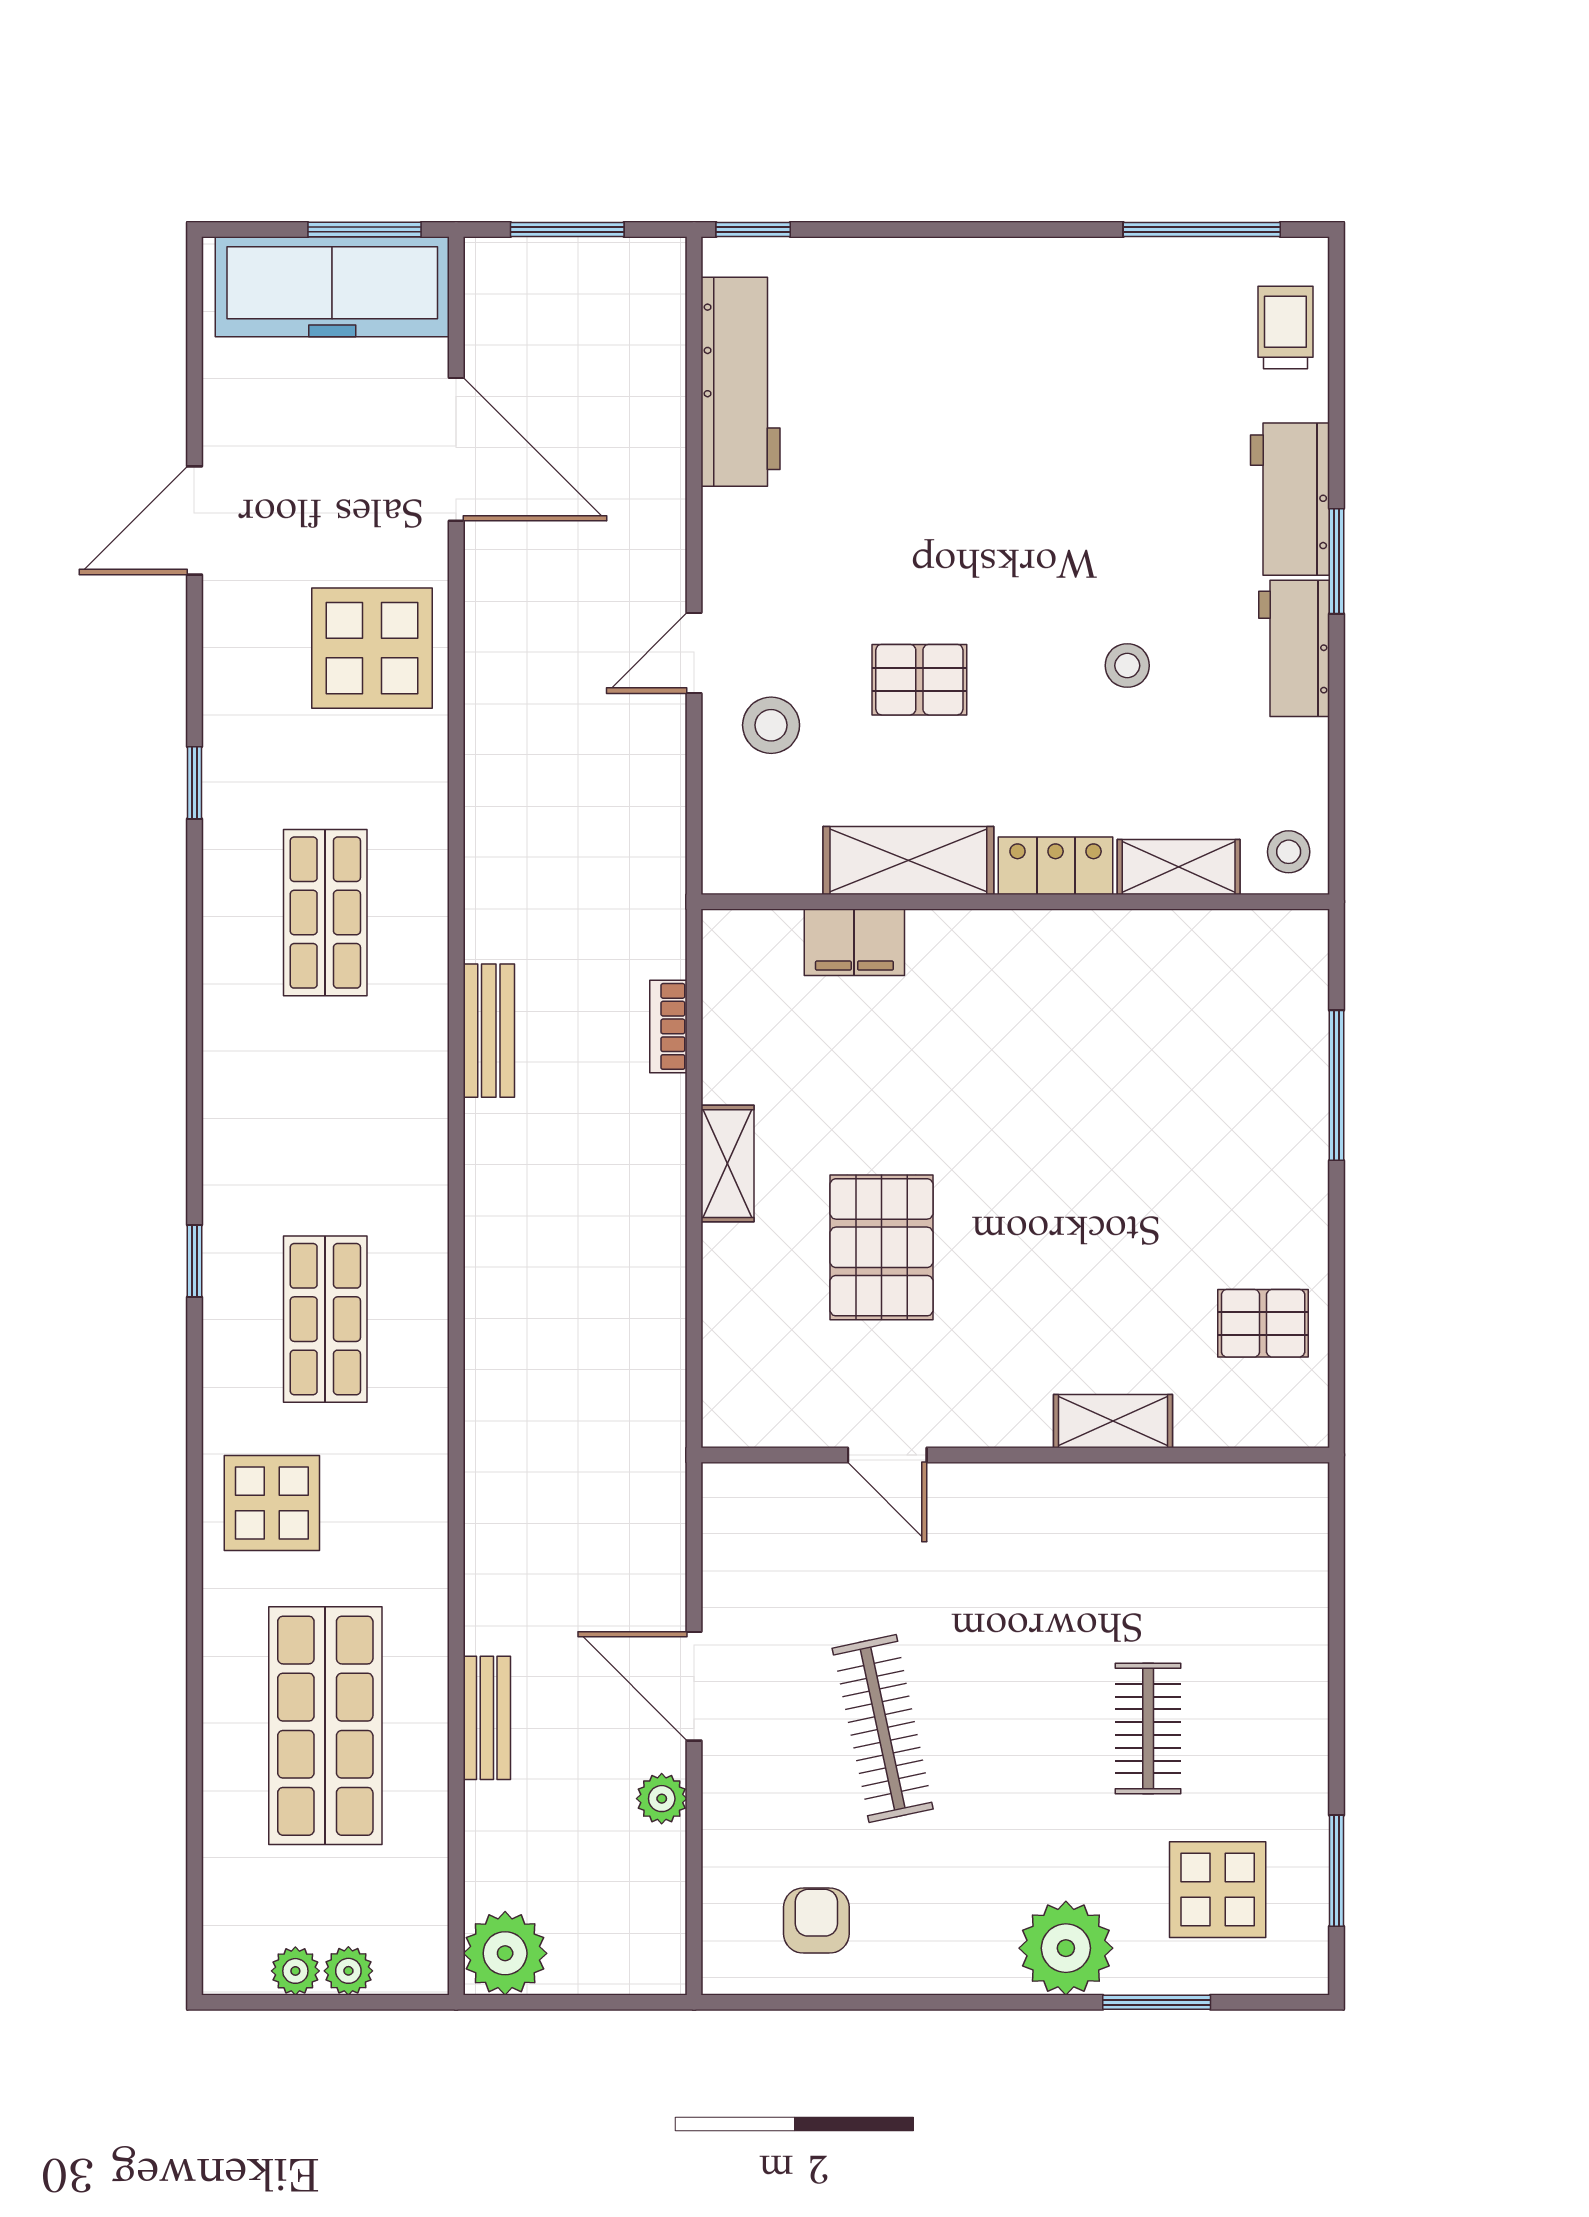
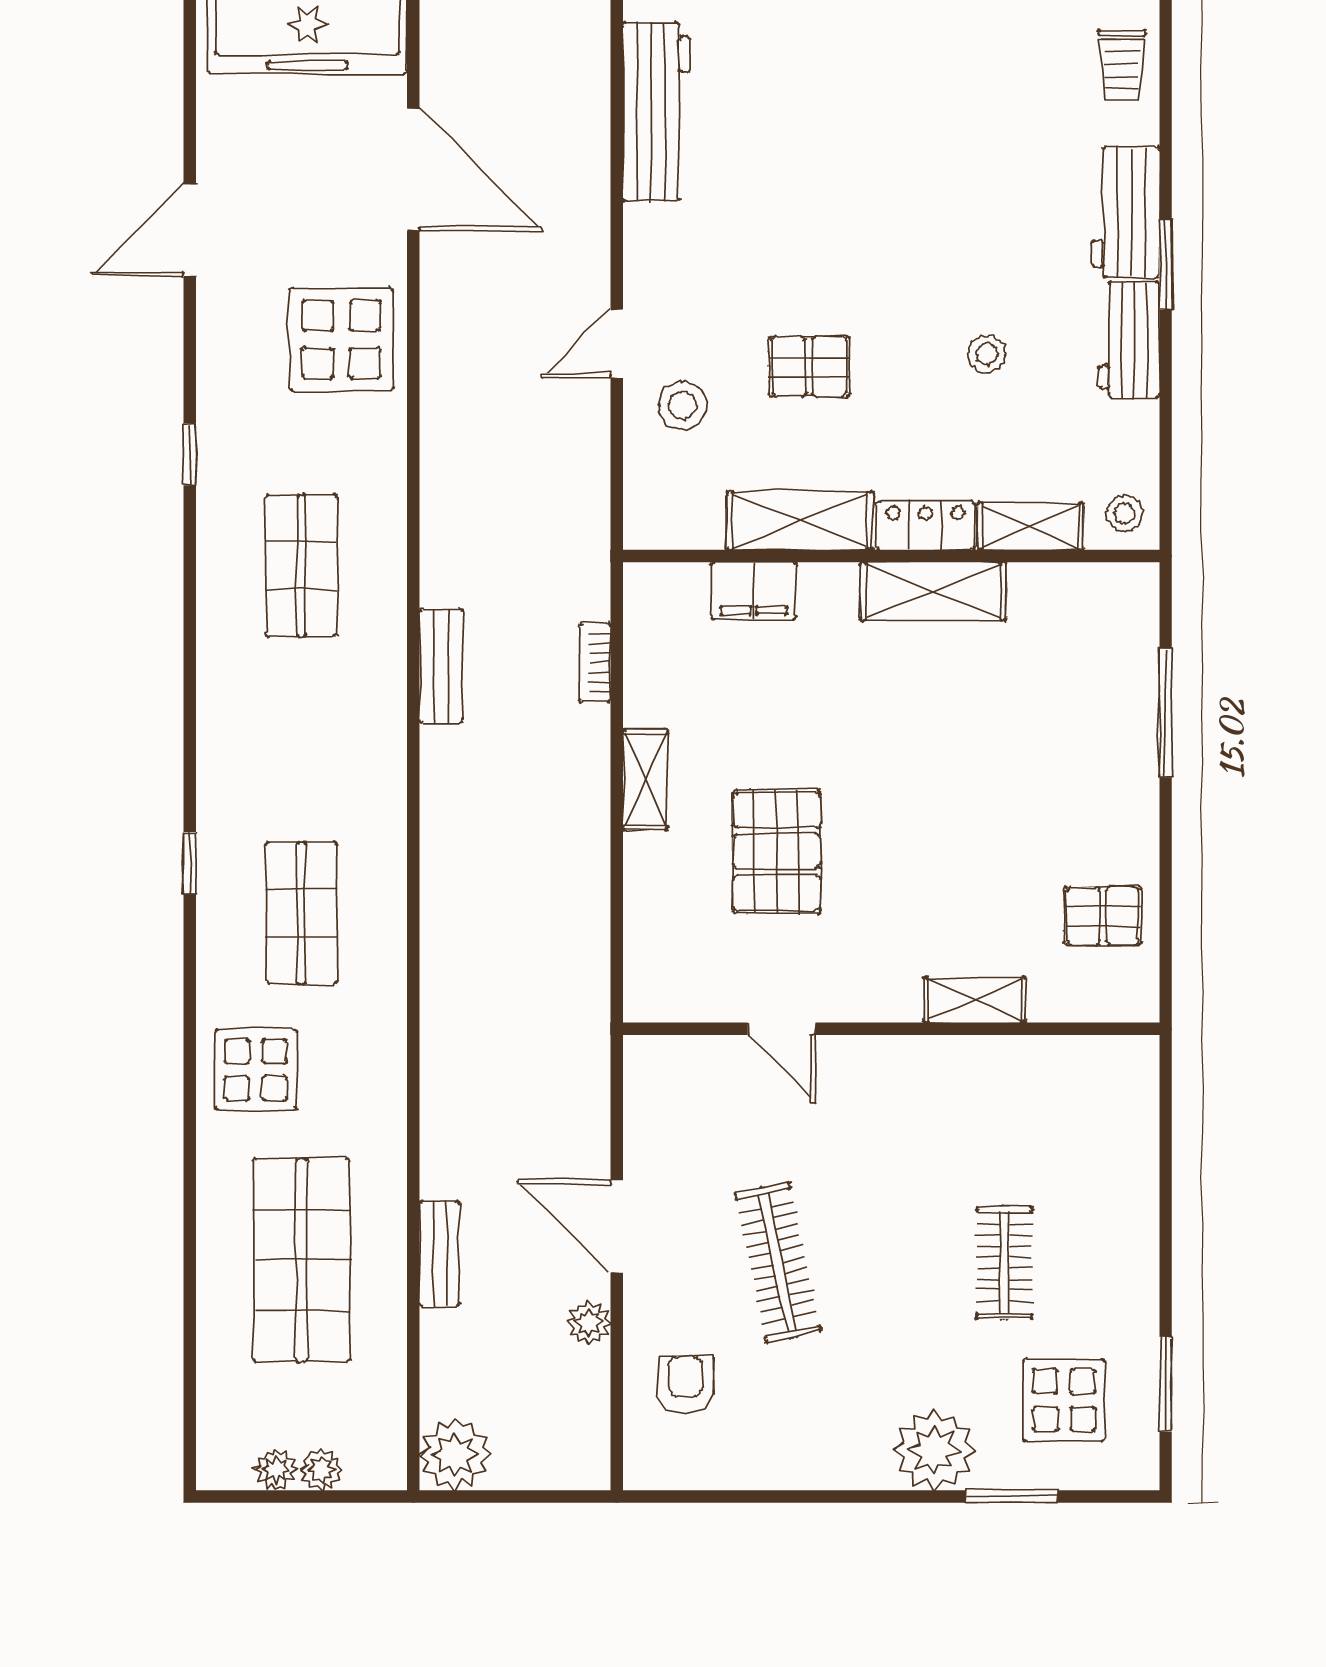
trolley: (1285, 328) -> (1122, 65), turned 180
shelving: (1065, 943) -> (933, 591), added
armchair: (816, 1921) -> (685, 1384), moved

